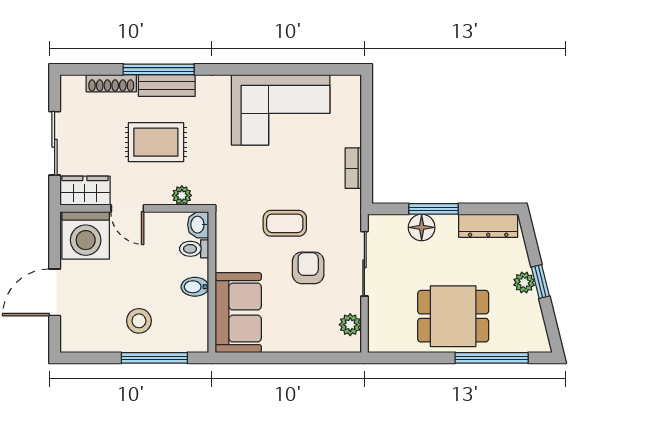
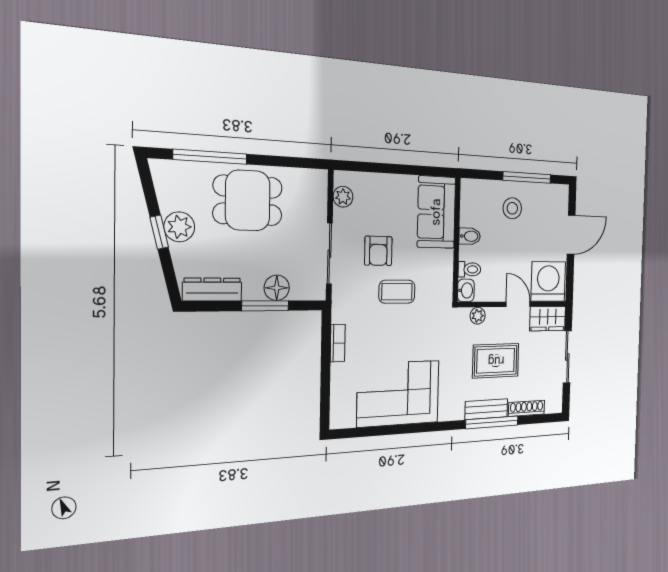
plant: (524, 282) -> (179, 227), width x1.38, depth x1.38
window: (154, 358) -> (527, 177), moved

